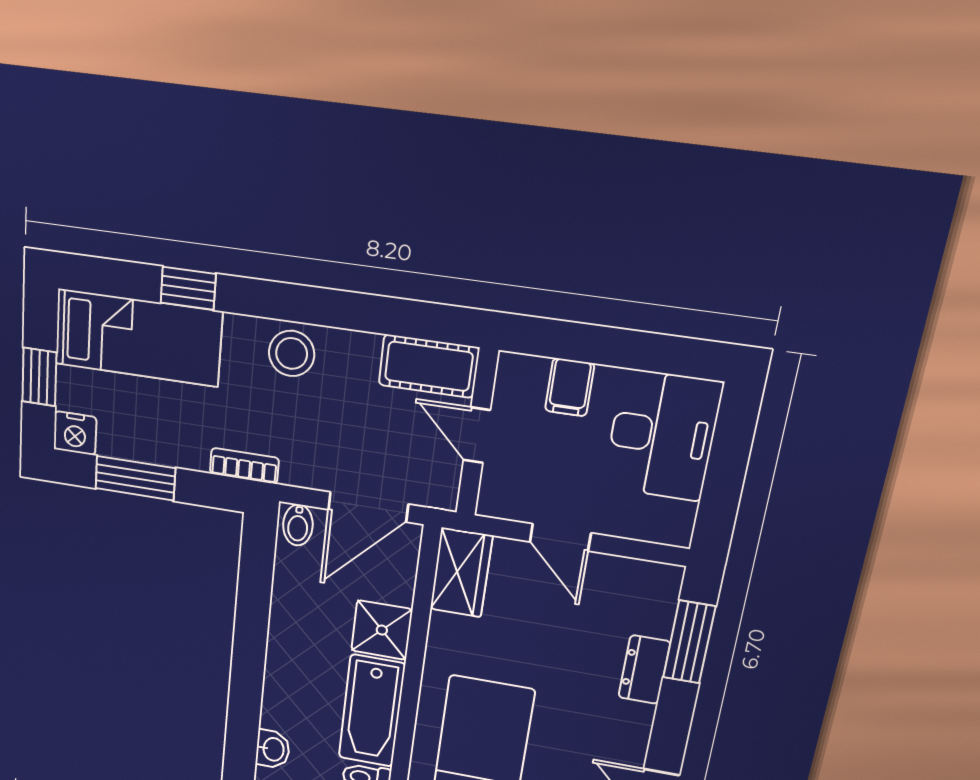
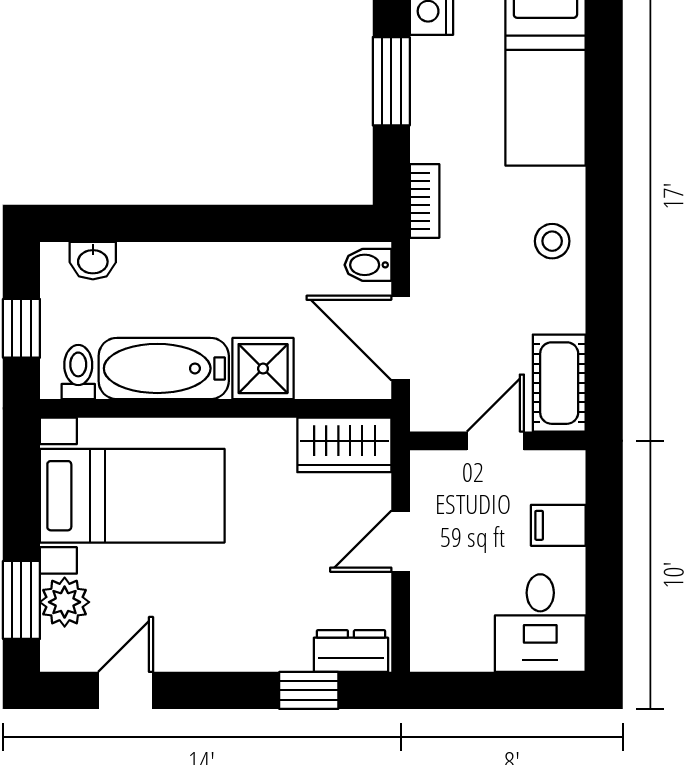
window: (188, 288) -> (604, 127), removed
stool: (292, 353) -> (552, 241), width x0.73, depth x0.73
desk: (662, 435) -> (540, 623), width x0.73
window: (689, 642) -> (309, 690), width x0.67
dresser: (644, 670) -> (351, 651), moved

